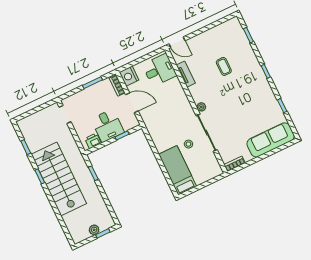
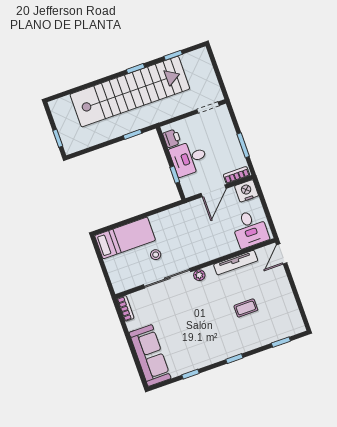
tv unit: (186, 74) -> (236, 263), width x1.41
stairs: (59, 179) -> (130, 92), width x1.36
plant: (94, 230) -> (63, 128), removed

